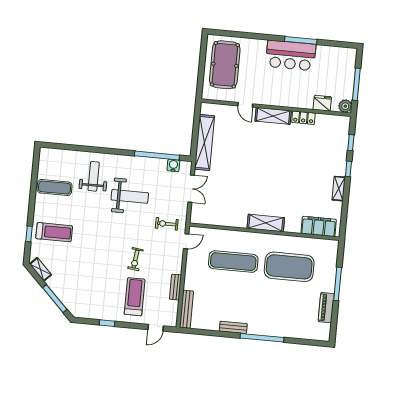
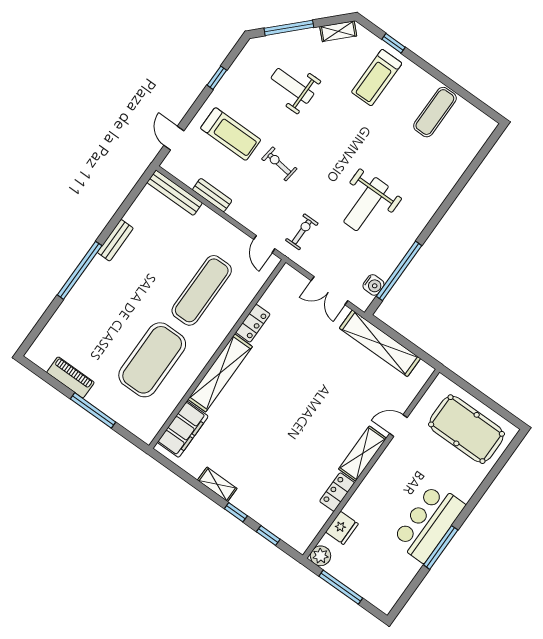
weight bench: (94, 176) -> (292, 86), moved, turned 180
locker: (235, 221) -> (253, 323), added
shelving: (266, 223) -> (220, 373), width x1.47

